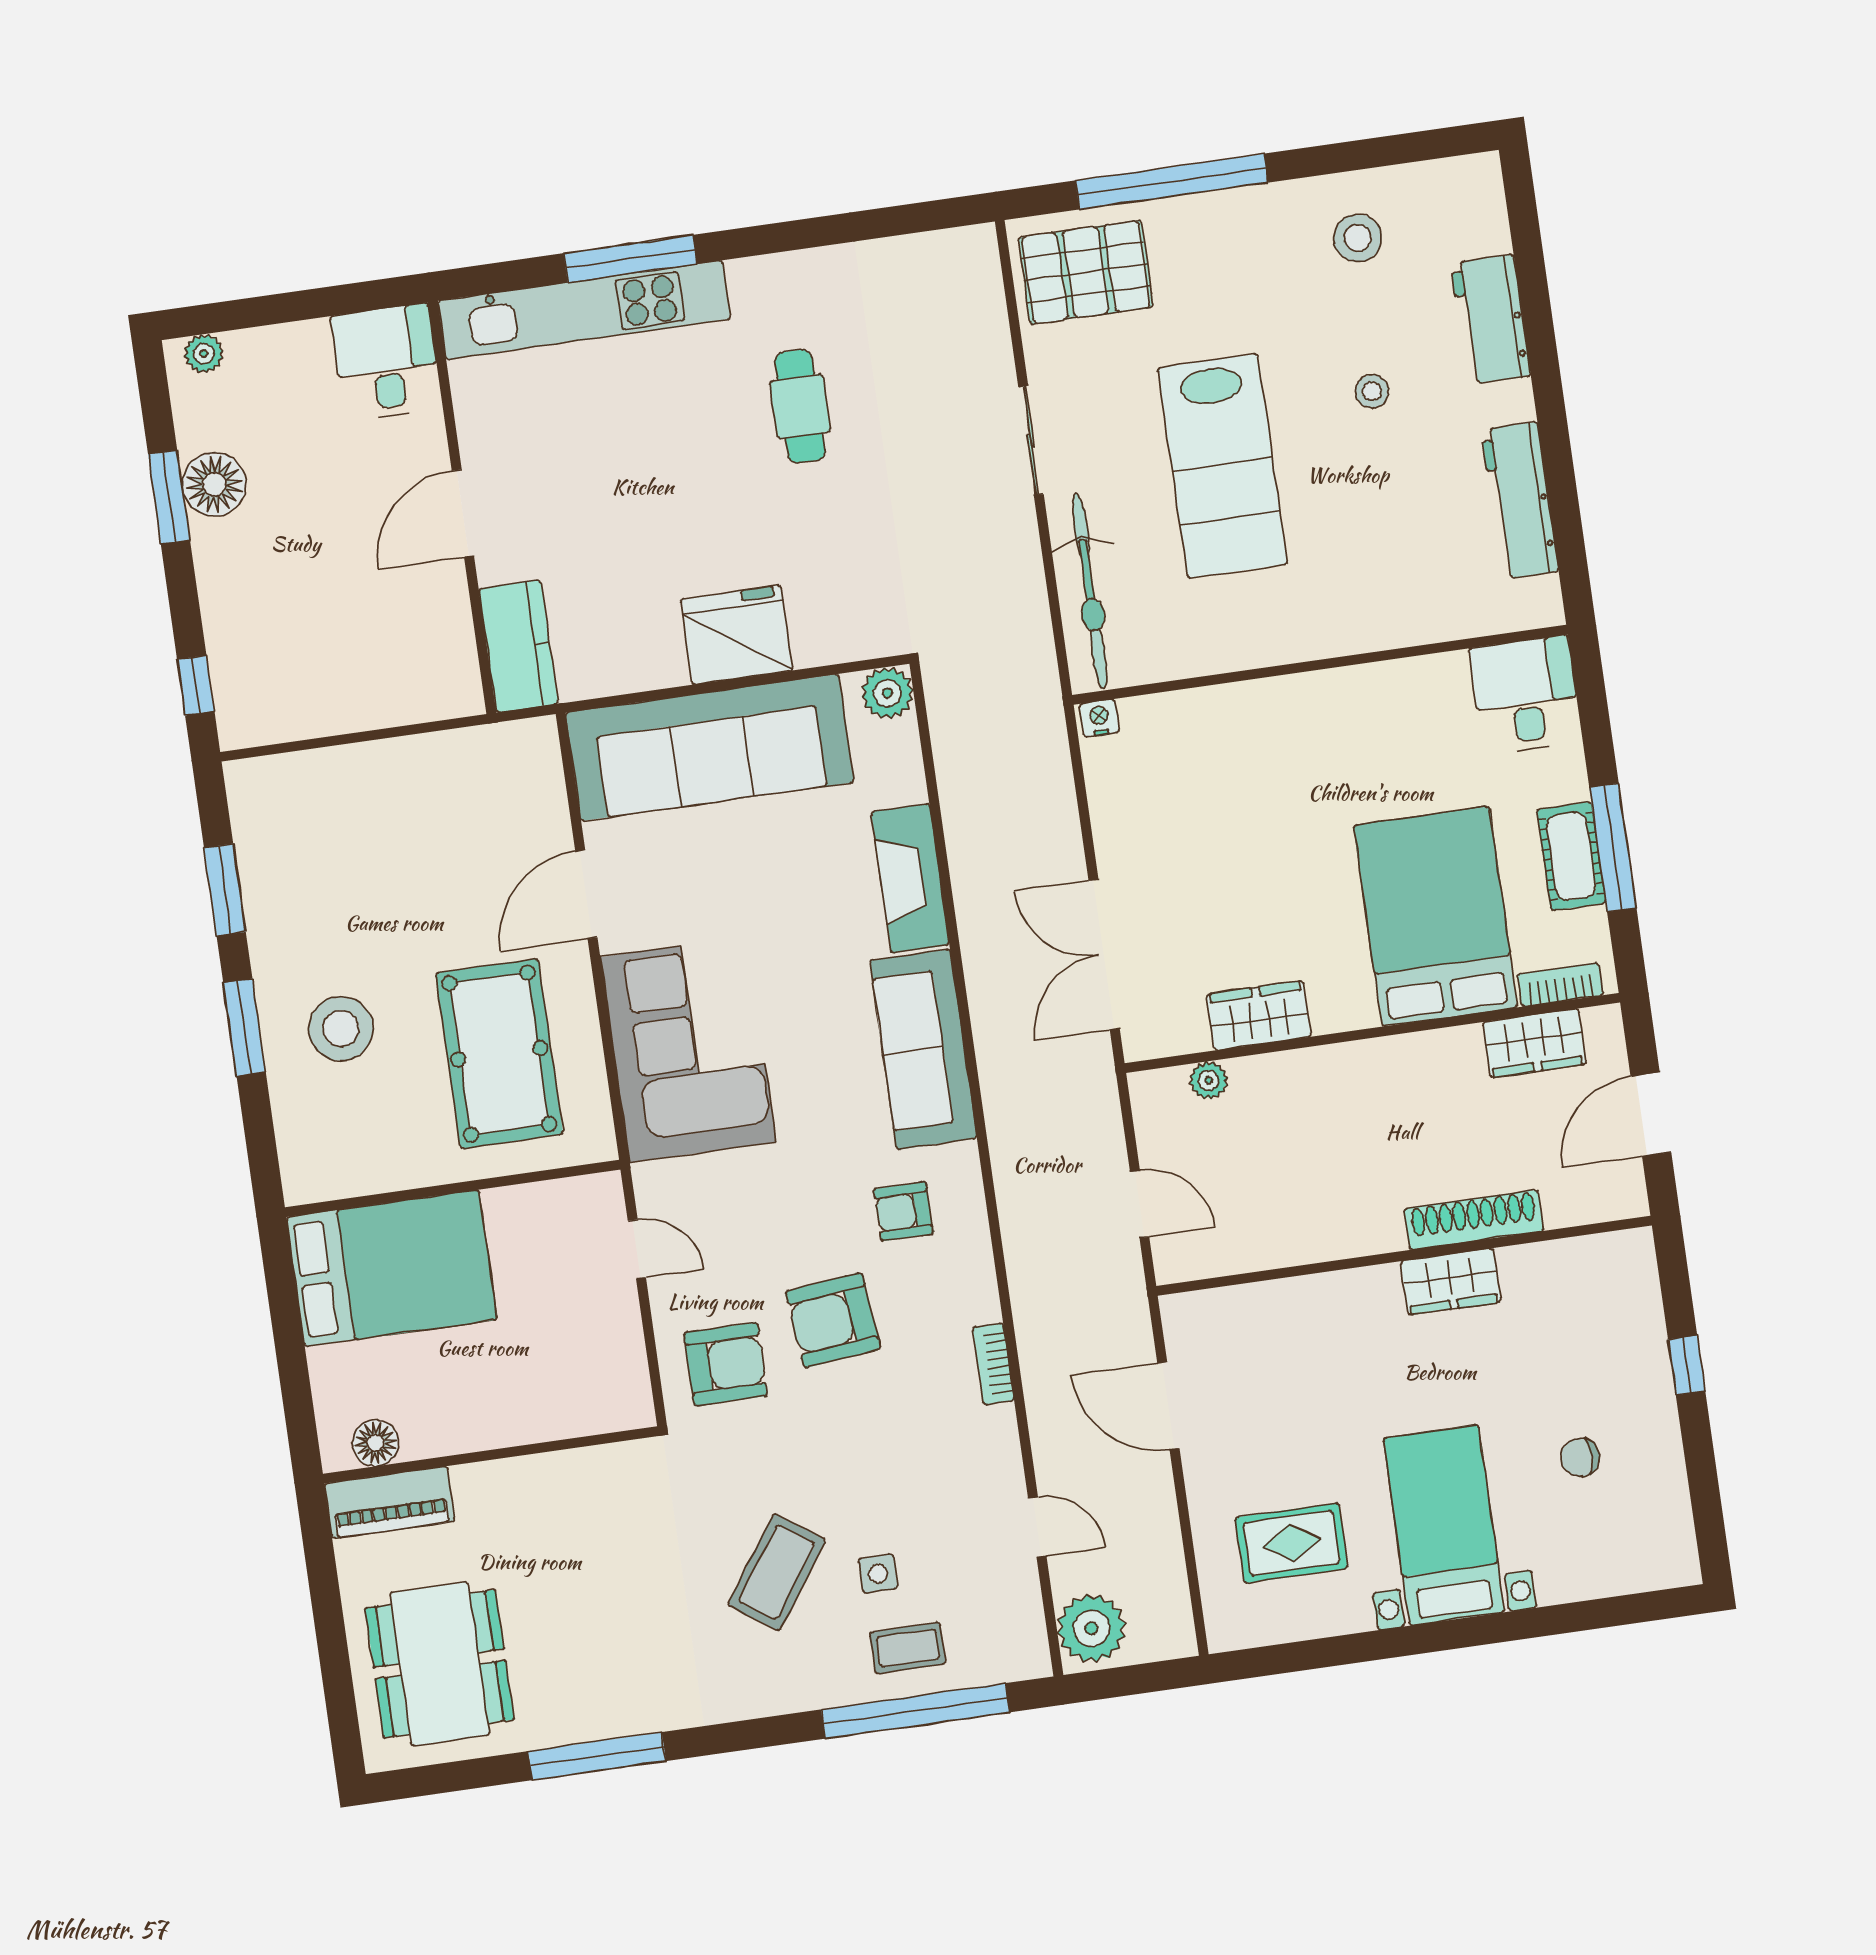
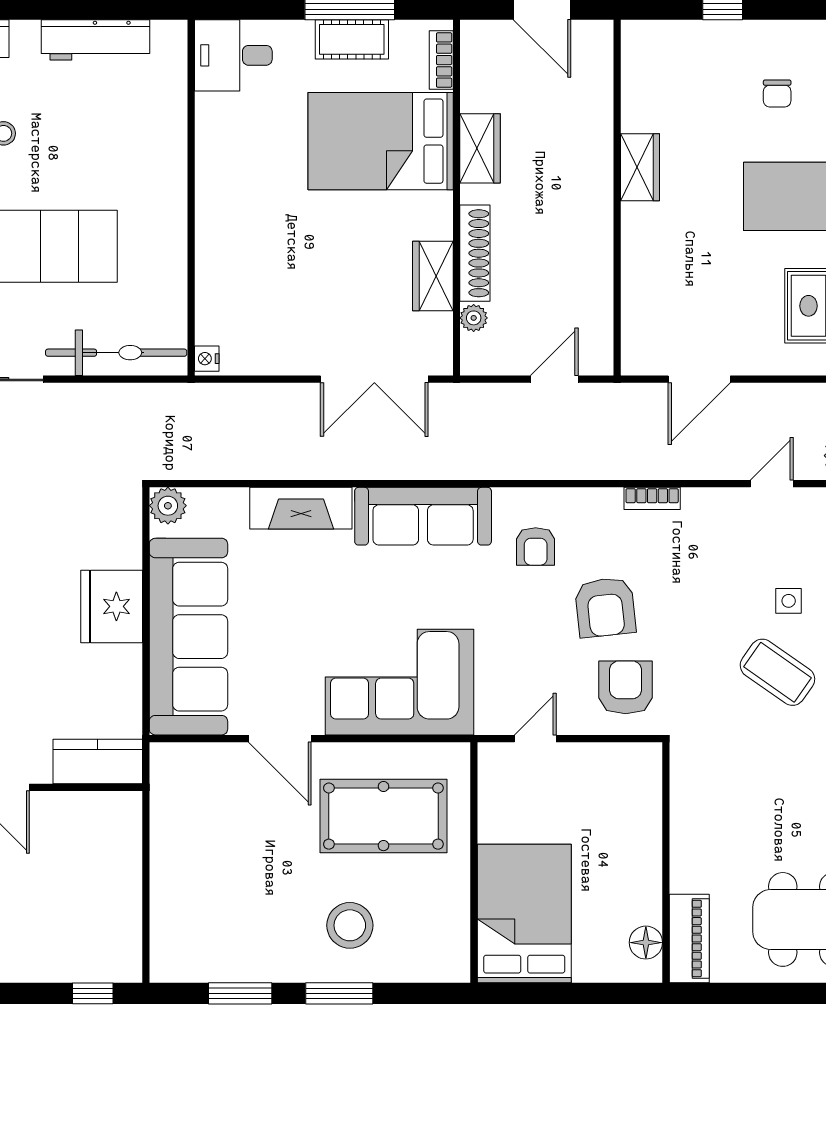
wardrobe: (1534, 1043) -> (480, 148), moved
shoe rack: (1474, 1220) -> (475, 253), moved, turned 180

